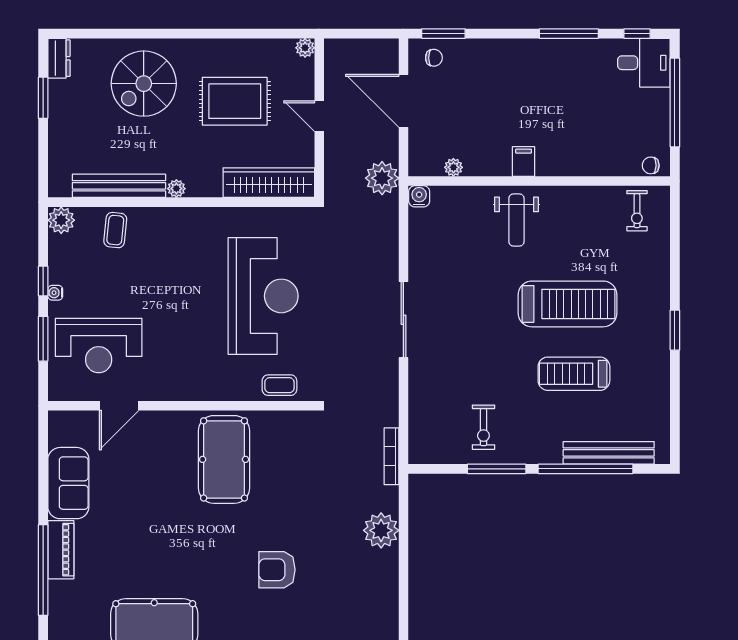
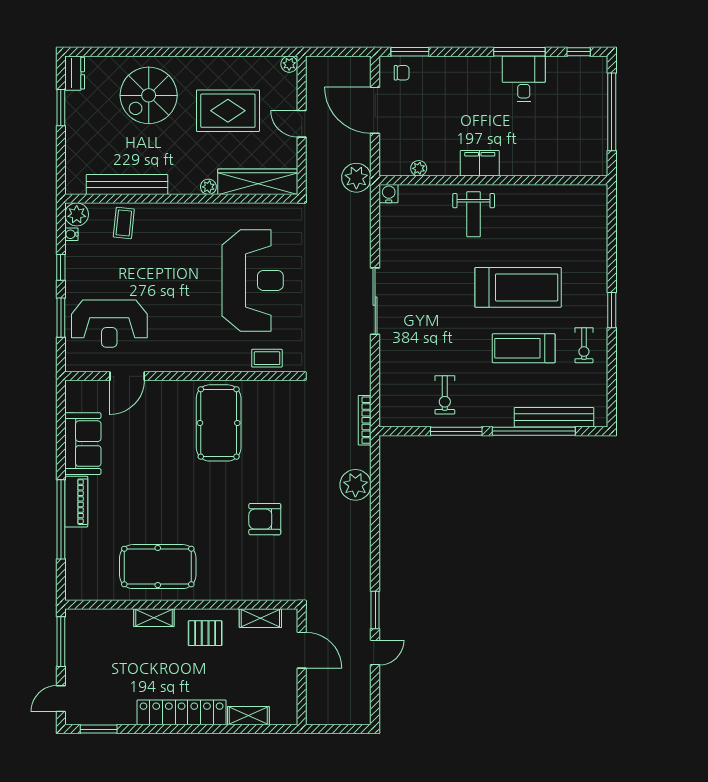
desk: (644, 63) -> (524, 79), moved, turned -90
filing cabinet: (524, 162) -> (480, 163), width x2.00
chair: (651, 165) -> (591, 167), removed
plant: (176, 189) -> (208, 187), moved
exercise bike: (637, 211) -> (584, 345), moved
water cooler: (55, 293) -> (71, 234), moved

